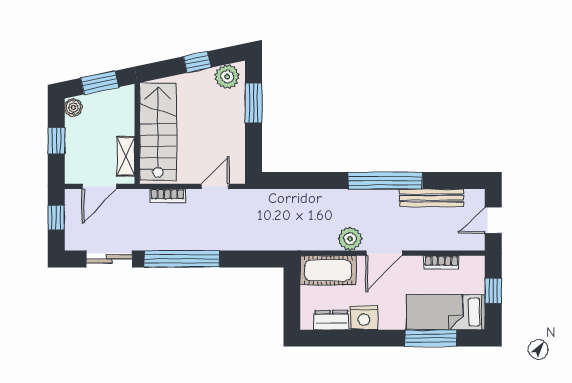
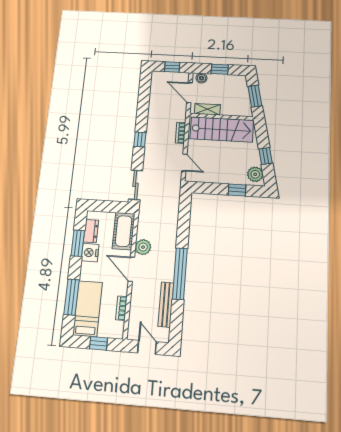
window: (253, 103) -> (237, 190), width x0.67
boiler: (73, 107) -> (201, 78), moved
sliding door: (109, 259) -> (136, 185), moved
window: (182, 259) -> (140, 139), width x0.32
window: (351, 338) -> (78, 243), added

